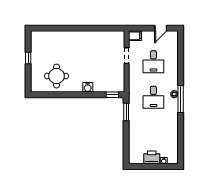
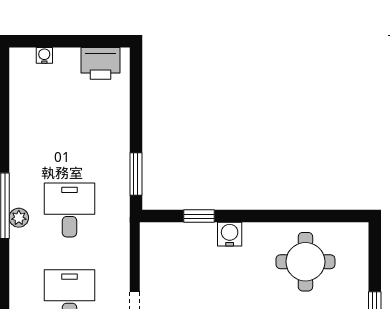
window: (112, 95) -> (199, 216), moved
printer: (152, 157) -> (100, 63), moved

